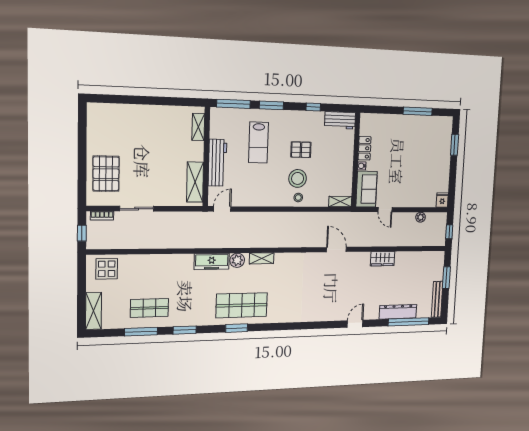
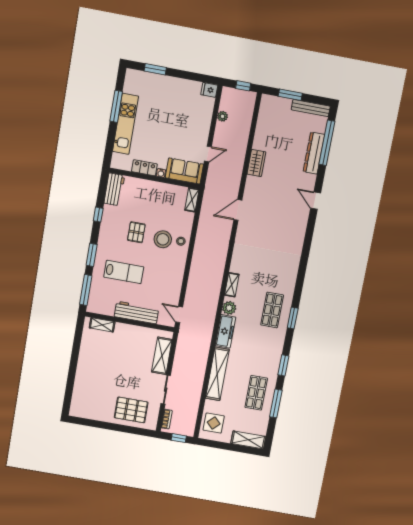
kitchen unit: (403, 123) -> (125, 124), added
shelving: (195, 182) -> (162, 356), moved, turned 90
shelving: (164, 262) -> (217, 374), added
shop shelf: (242, 305) -> (272, 310), width x0.70, depth x0.74

